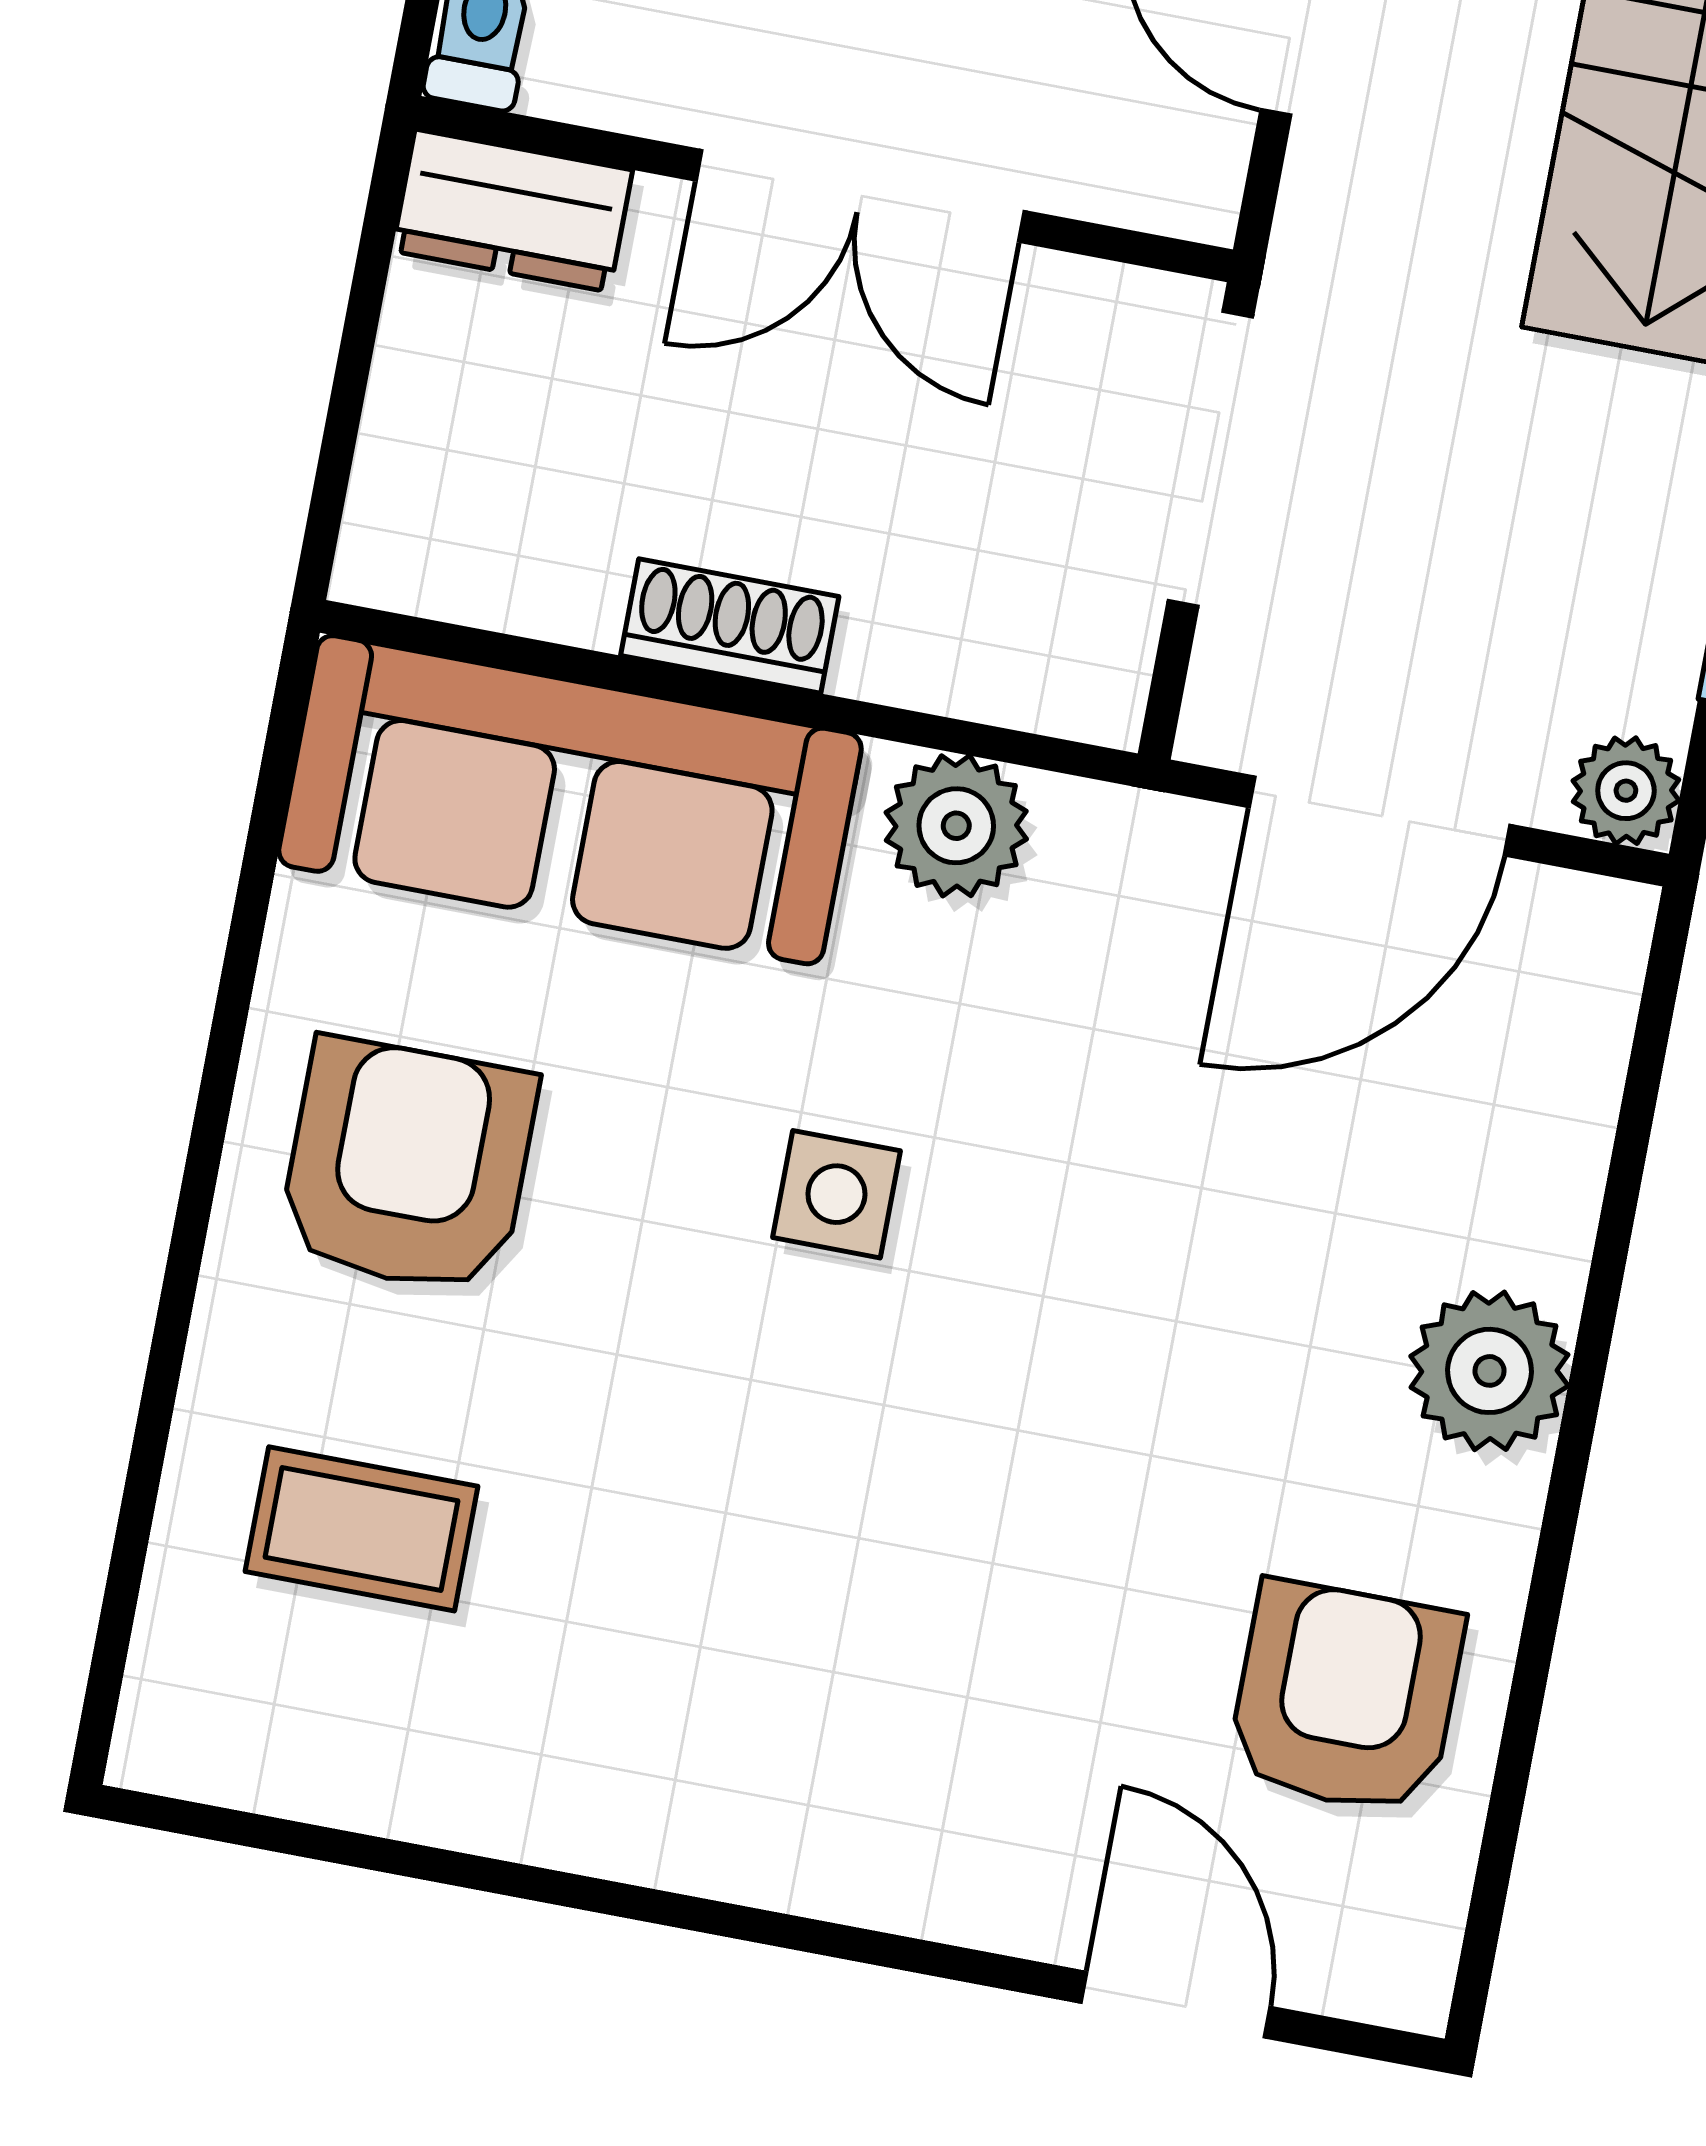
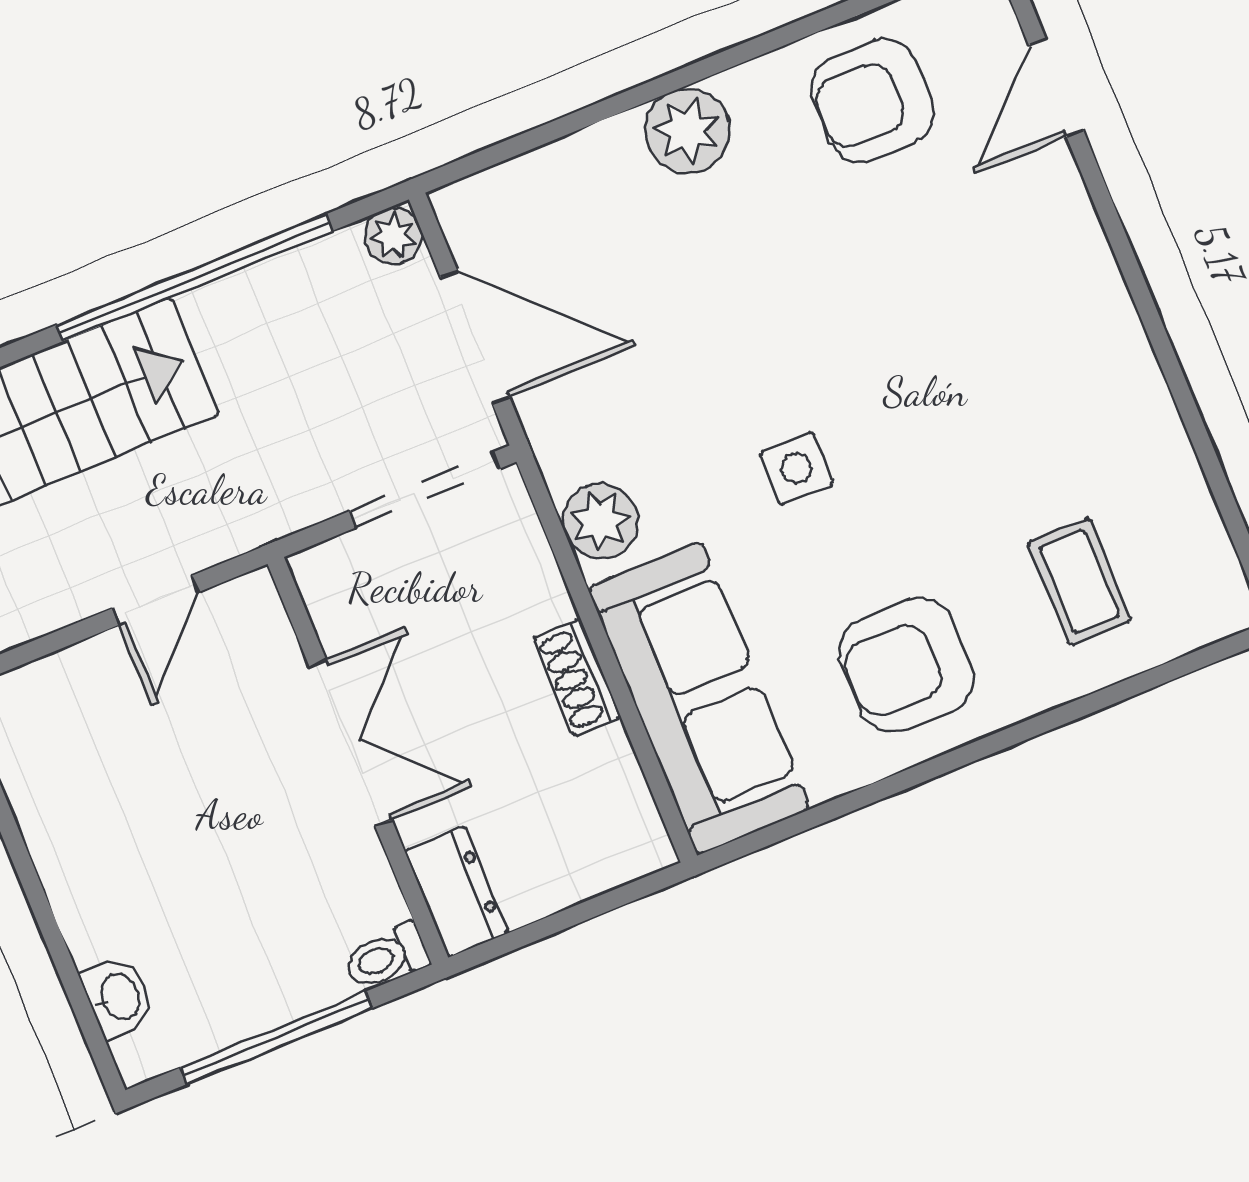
doorway: (1210, 459) -> (424, 490), moved

